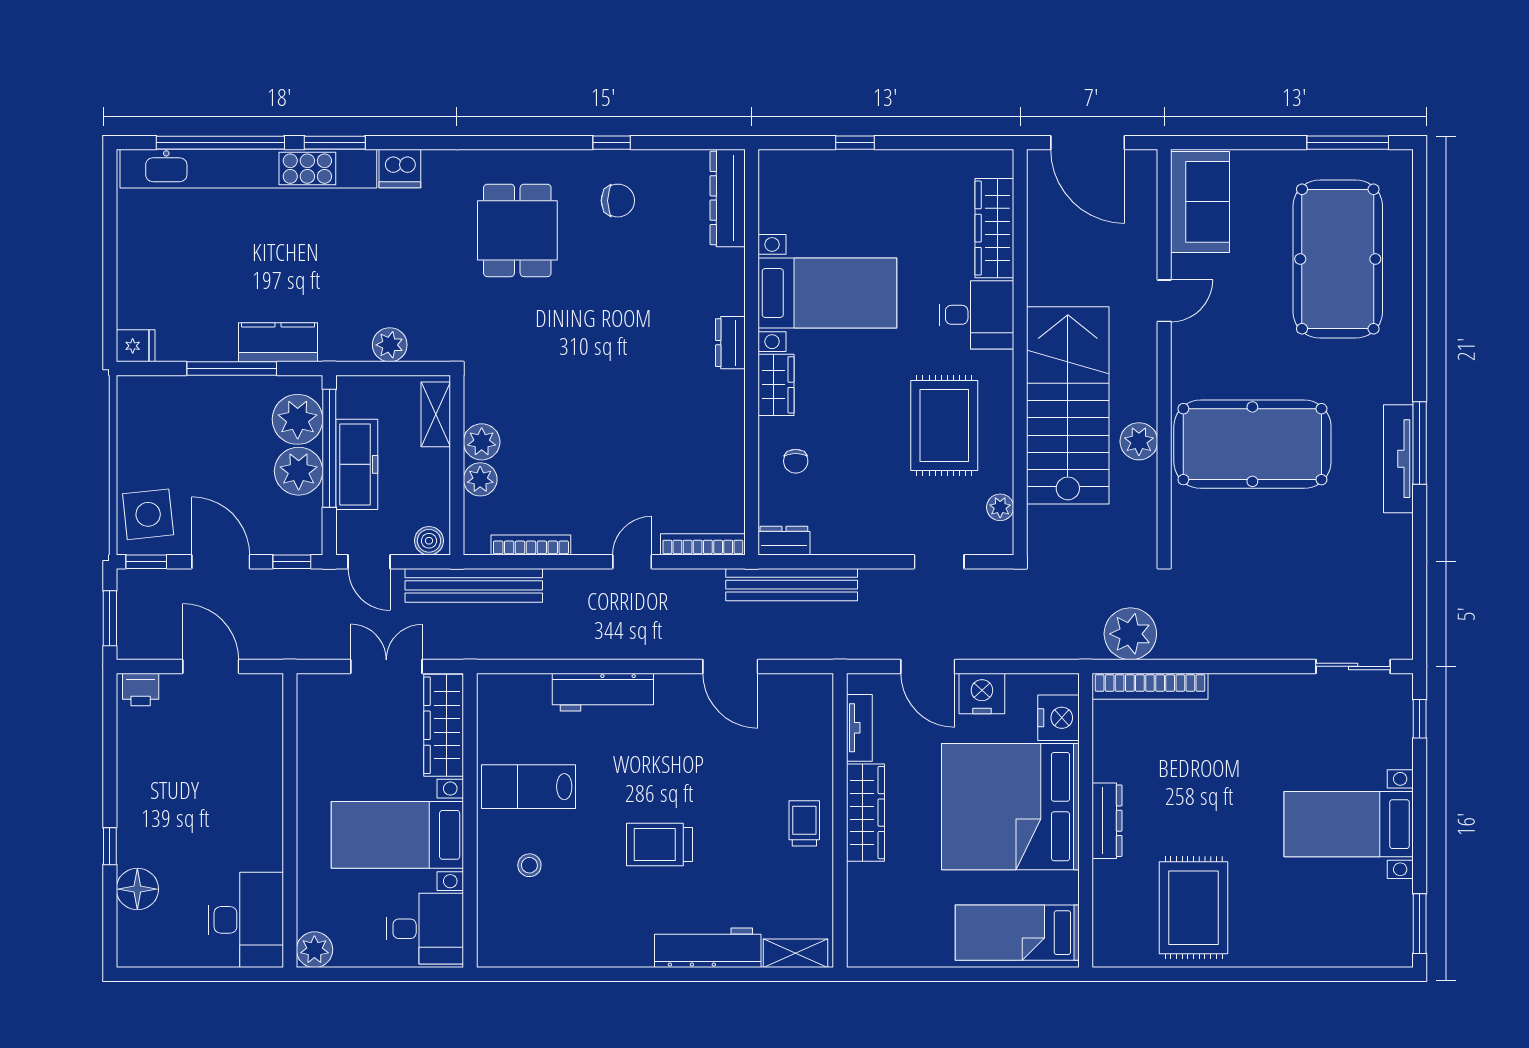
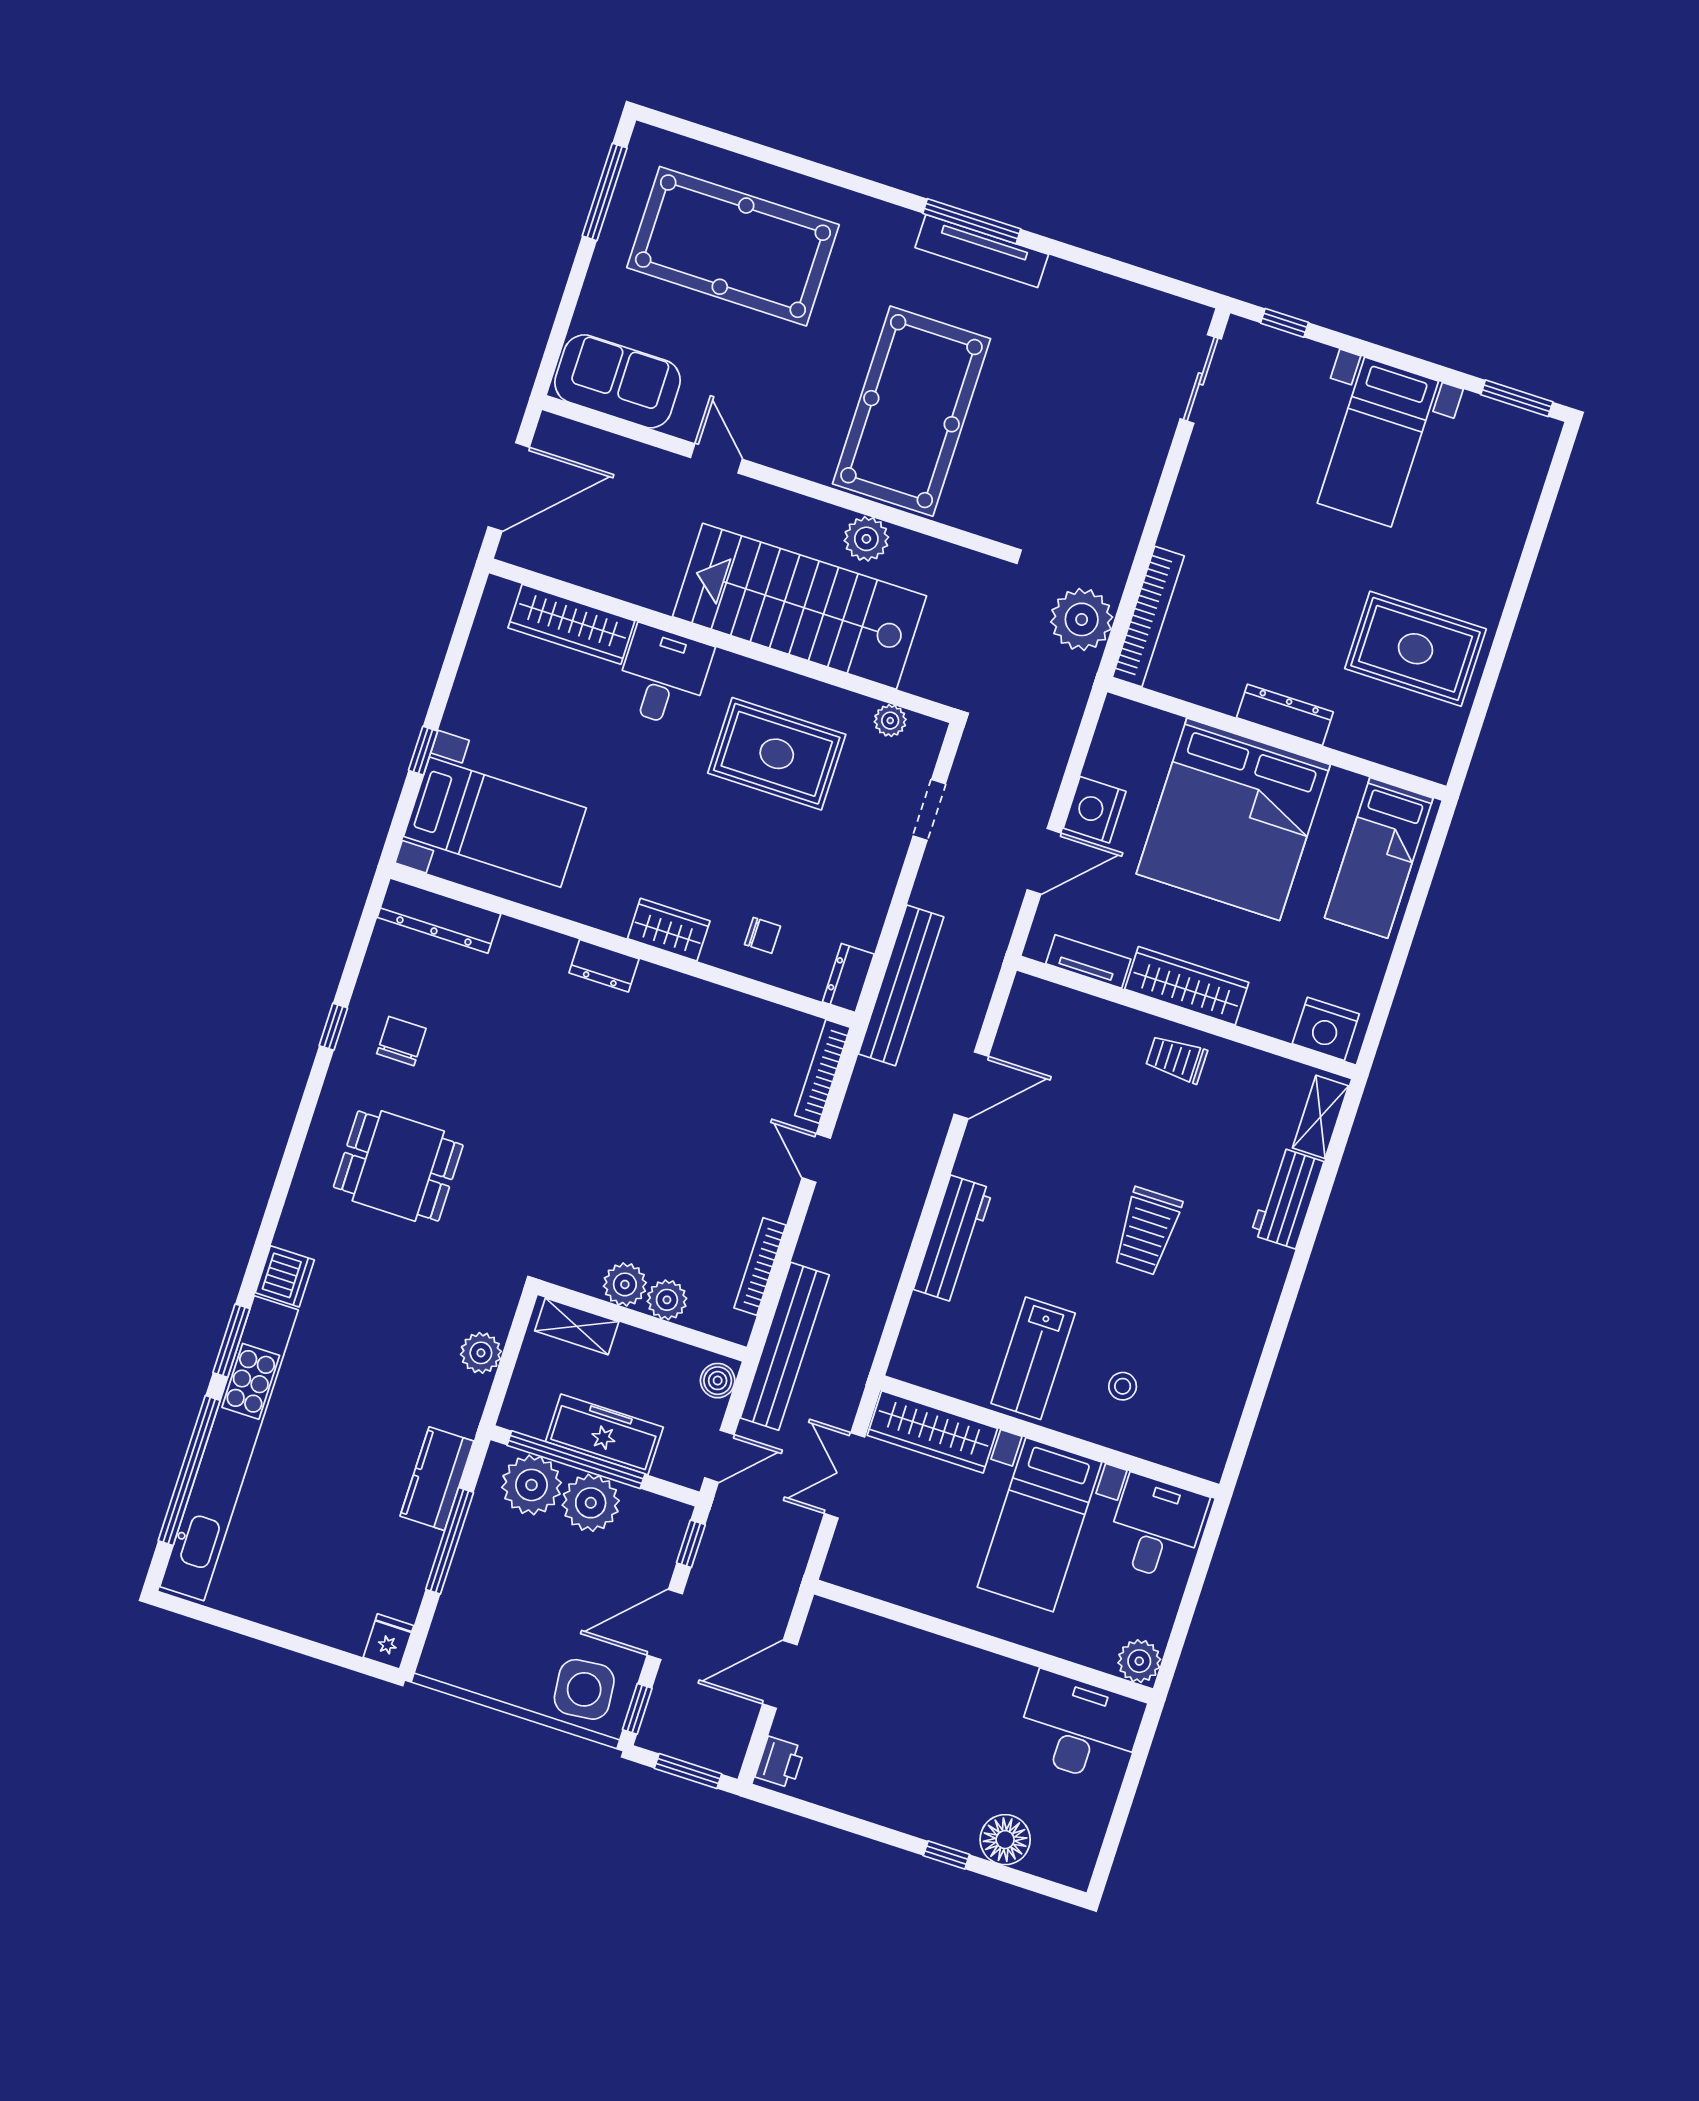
bed with nightstands: (827, 293) -> (495, 822), moved, turned 90
nightstand: (1058, 718) -> (1326, 1029), moved, turned 180
workbench: (708, 948) -> (1287, 1198), width x0.73

